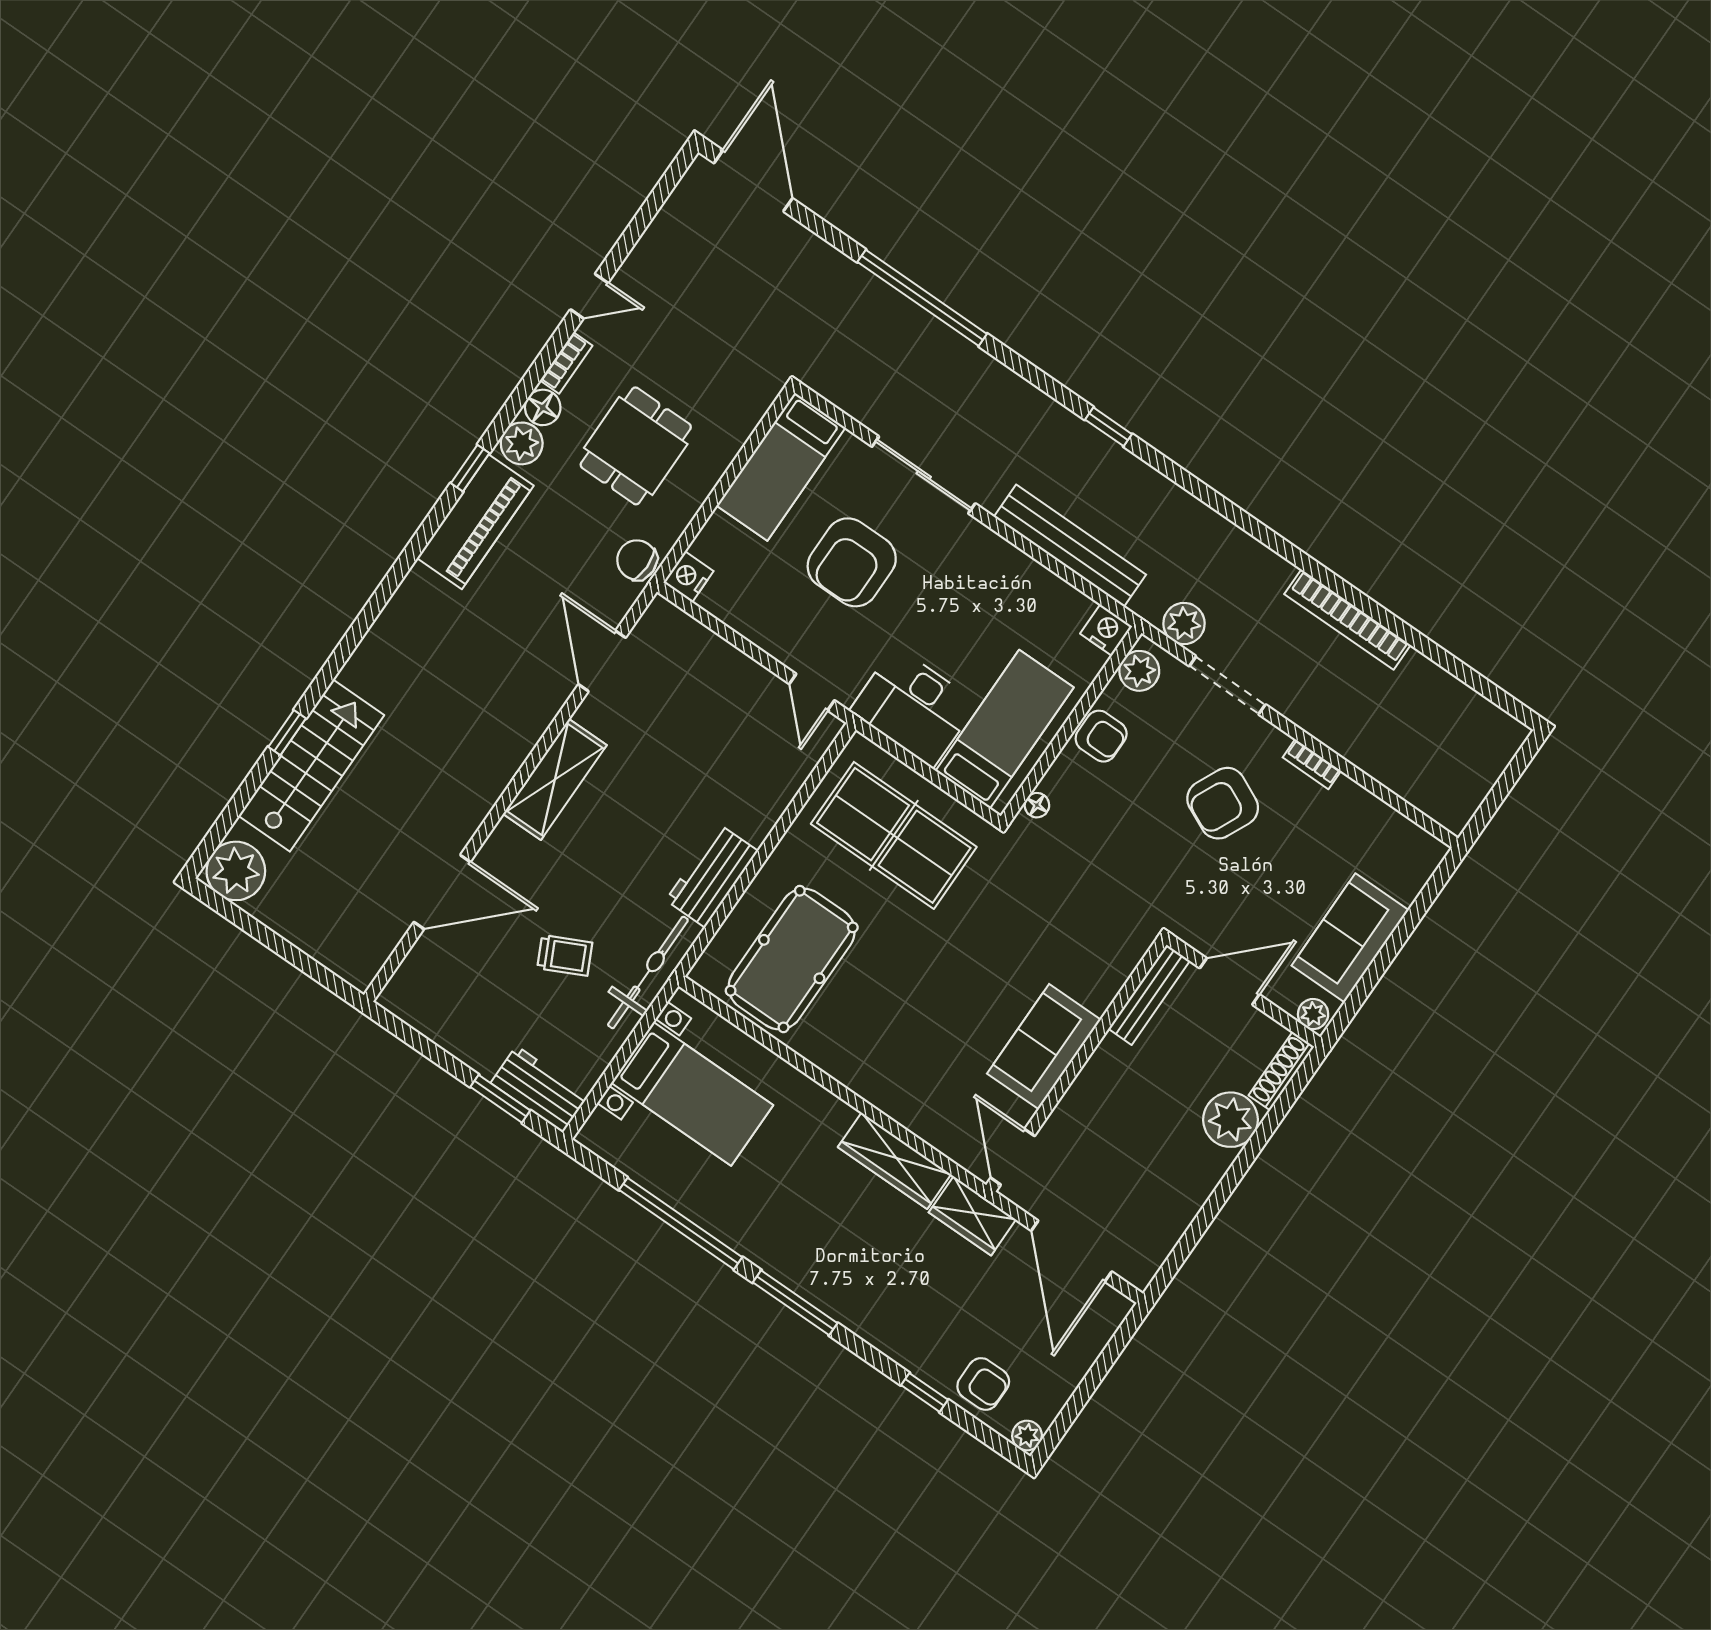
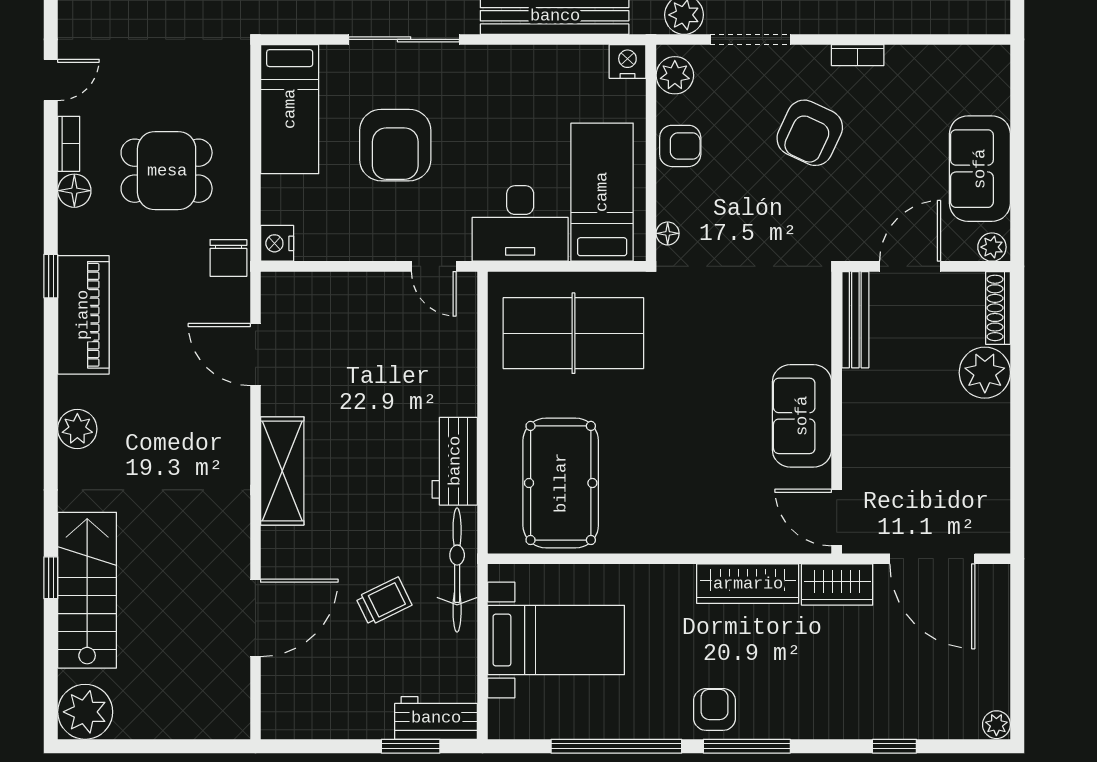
plant: (522, 443) -> (77, 429), moved
dining table: (636, 446) -> (167, 171), turned 90
chair: (637, 560) -> (228, 258), turned -90
armchair: (983, 1384) -> (715, 709), moved, turned -90

